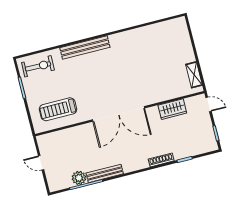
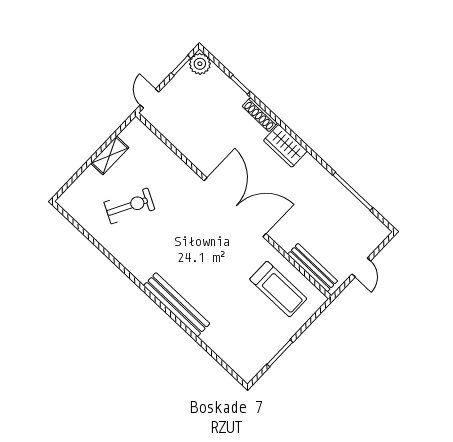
exercise bike: (38, 66) -> (129, 206), moved, turned 117
shelving: (194, 75) -> (110, 155), moved
wardrobe: (172, 109) -> (285, 146), moved, turned 180
bench: (105, 173) -> (313, 268), moved
plant: (79, 178) -> (200, 64), moved

